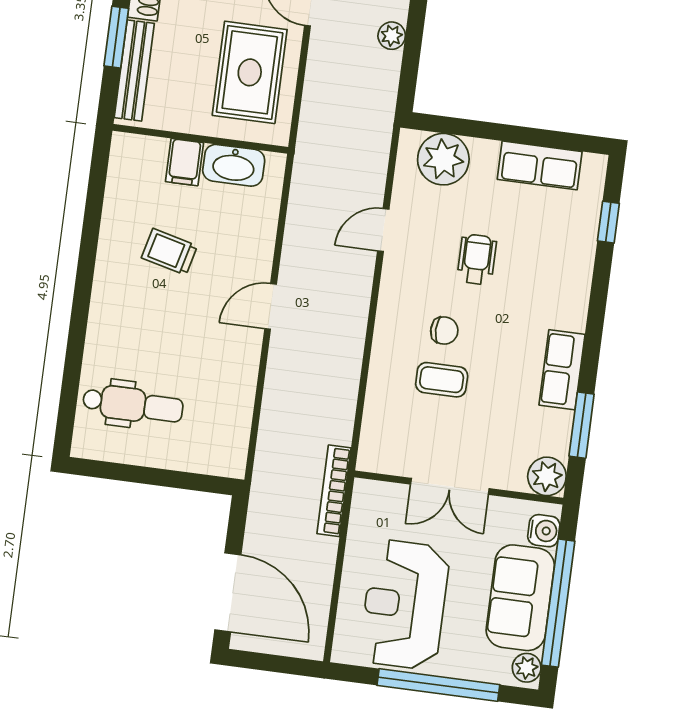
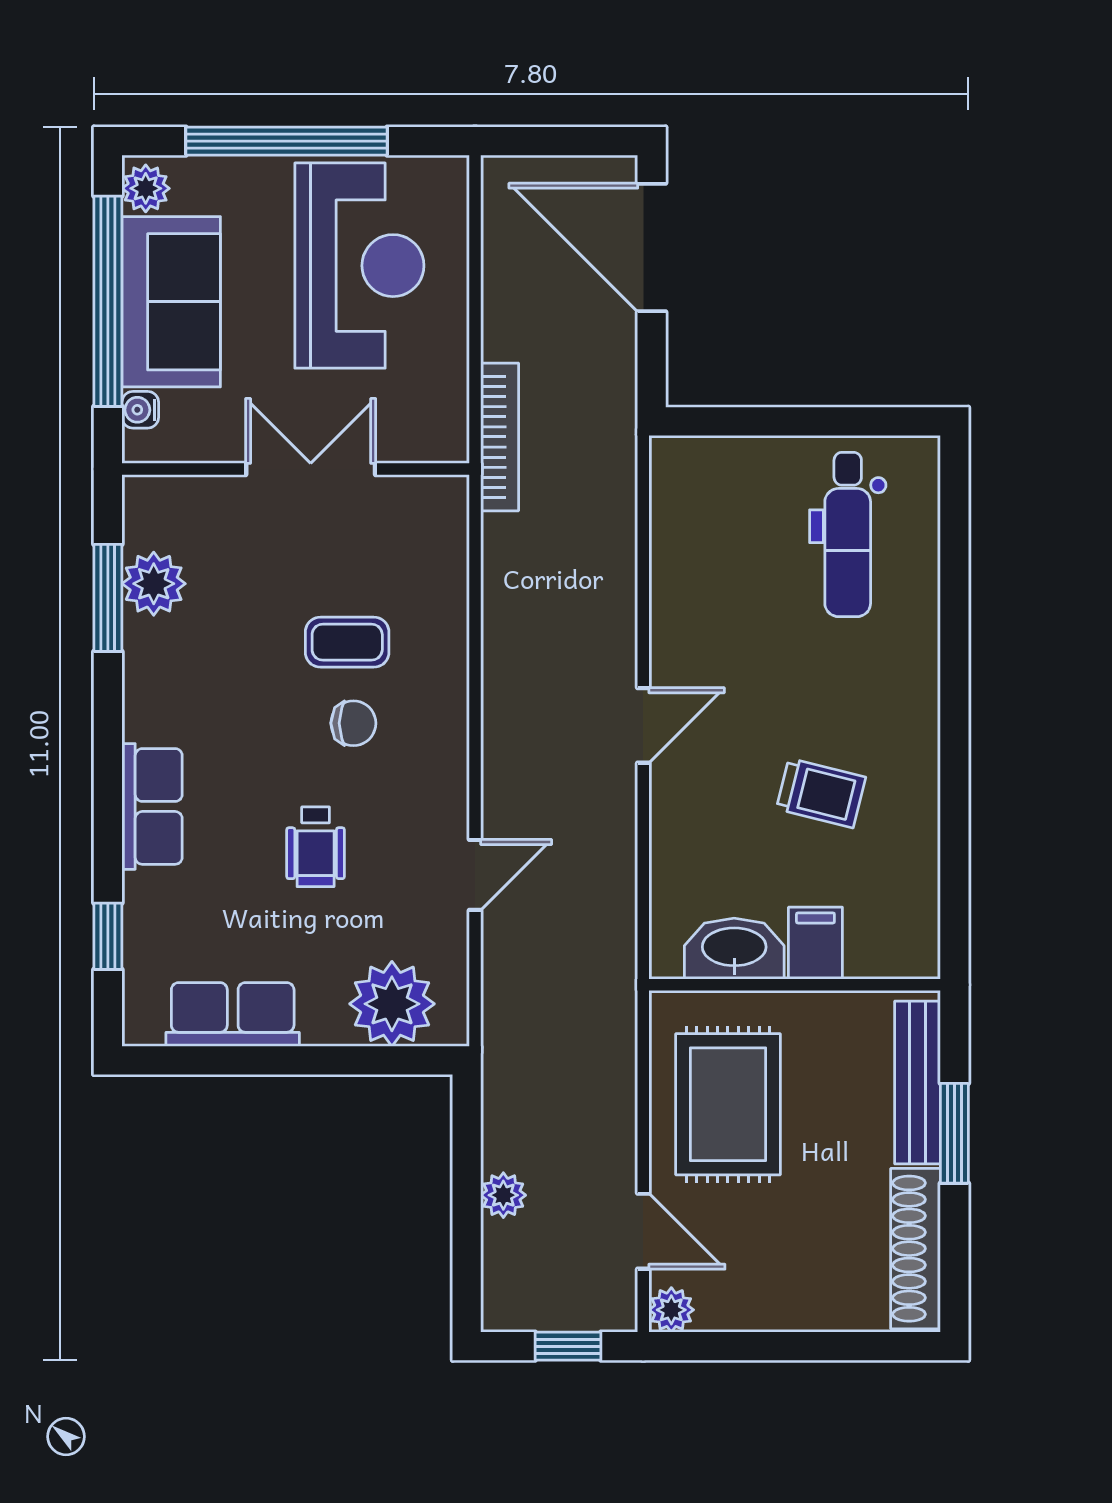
chair: (444, 331) -> (353, 723), turned 180
row of seats: (562, 370) -> (152, 806), moved
dental chair: (133, 405) -> (848, 534), turned -90
plant: (547, 476) -> (154, 584), moved
water cooler: (544, 531) -> (140, 410), width x0.72, depth x0.72

